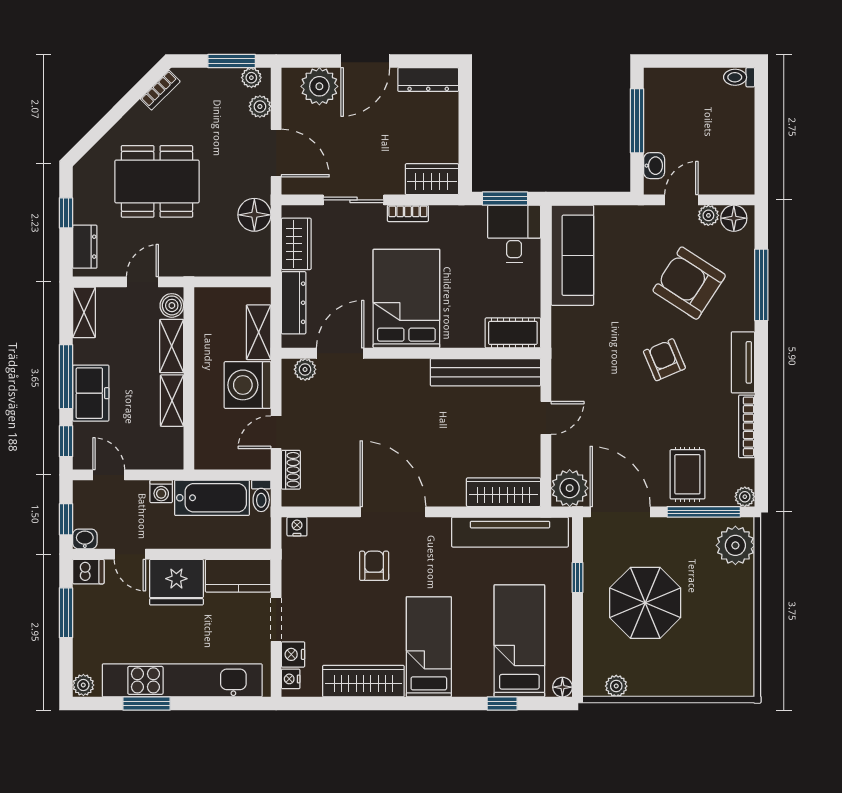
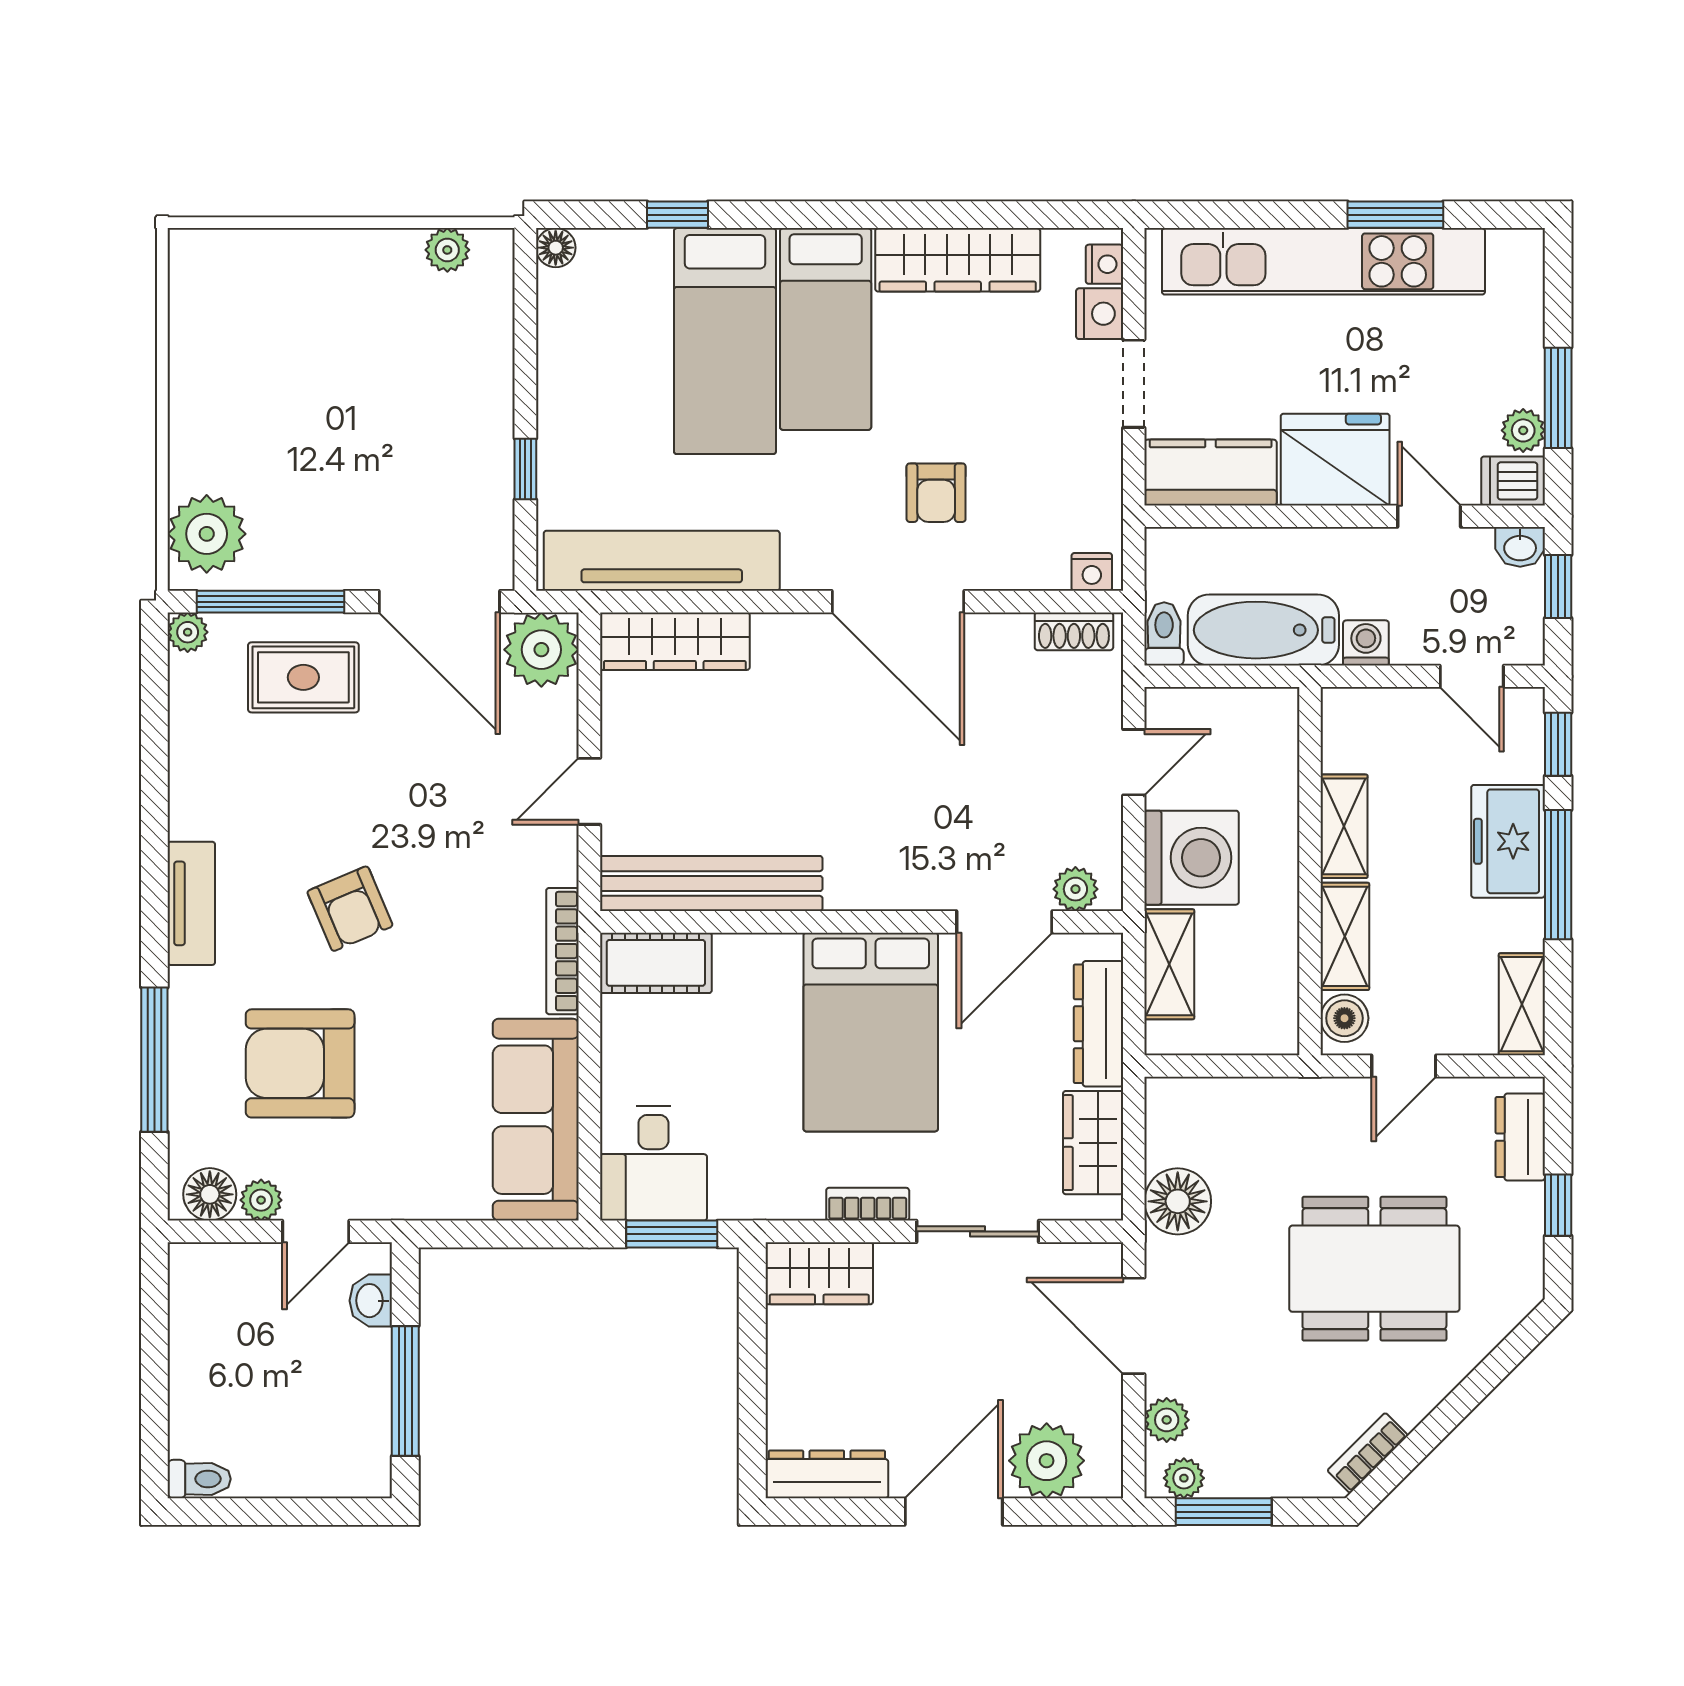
armchair: (689, 283) -> (300, 1063), turned 147
bookcase: (747, 426) -> (563, 951), moved, turned 180
shoe rack: (291, 470) -> (1074, 631), moved, turned -90
rug: (687, 474) -> (303, 677), turned 90
parasol: (645, 603) -> (389, 418), removed
bed: (519, 641) -> (725, 341), moved
plant: (83, 685) -> (1523, 430), moved

